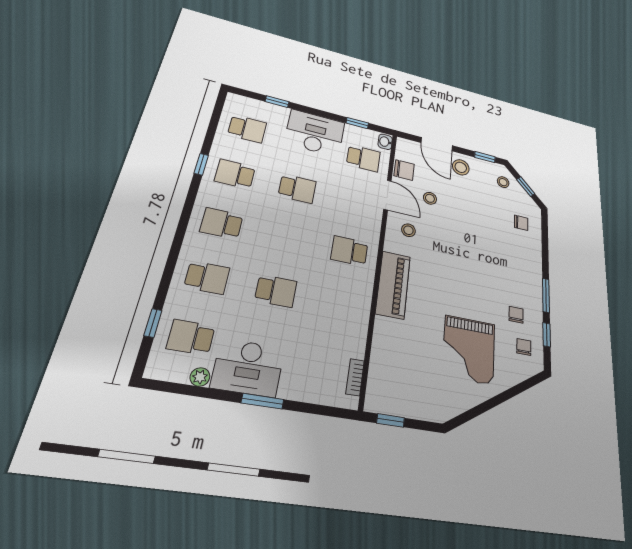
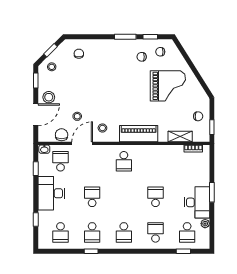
school desk: (247, 129) -> (60, 232), turned 180
shelving: (380, 356) -> (180, 137), added
chair: (413, 396) -> (198, 116), added

